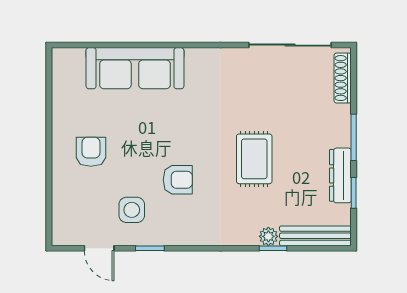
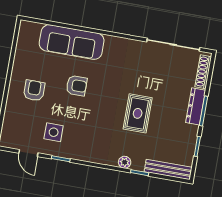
dresser: (340, 175) -> (196, 106), moved
armchair: (178, 180) -> (76, 86), moved
plant: (268, 236) -> (125, 162), moved

